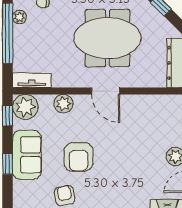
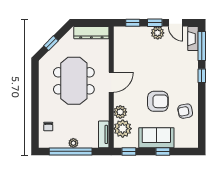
plant: (19, 17) -> (73, 143), moved
plant: (25, 107) -> (123, 129), moved

